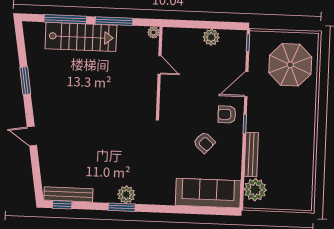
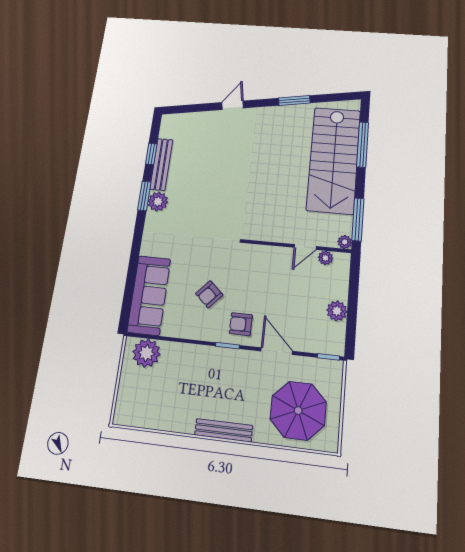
window: (114, 21) -> (358, 219), moved
stairs: (81, 37) -> (334, 160), width x1.36, depth x1.51
plant: (168, 48) -> (325, 258), added
armchair: (227, 114) -> (241, 324), turned -90
bench: (251, 155) -> (224, 430), moved
bench: (68, 194) -> (161, 164), moved
window: (62, 205) -> (151, 154), moved

